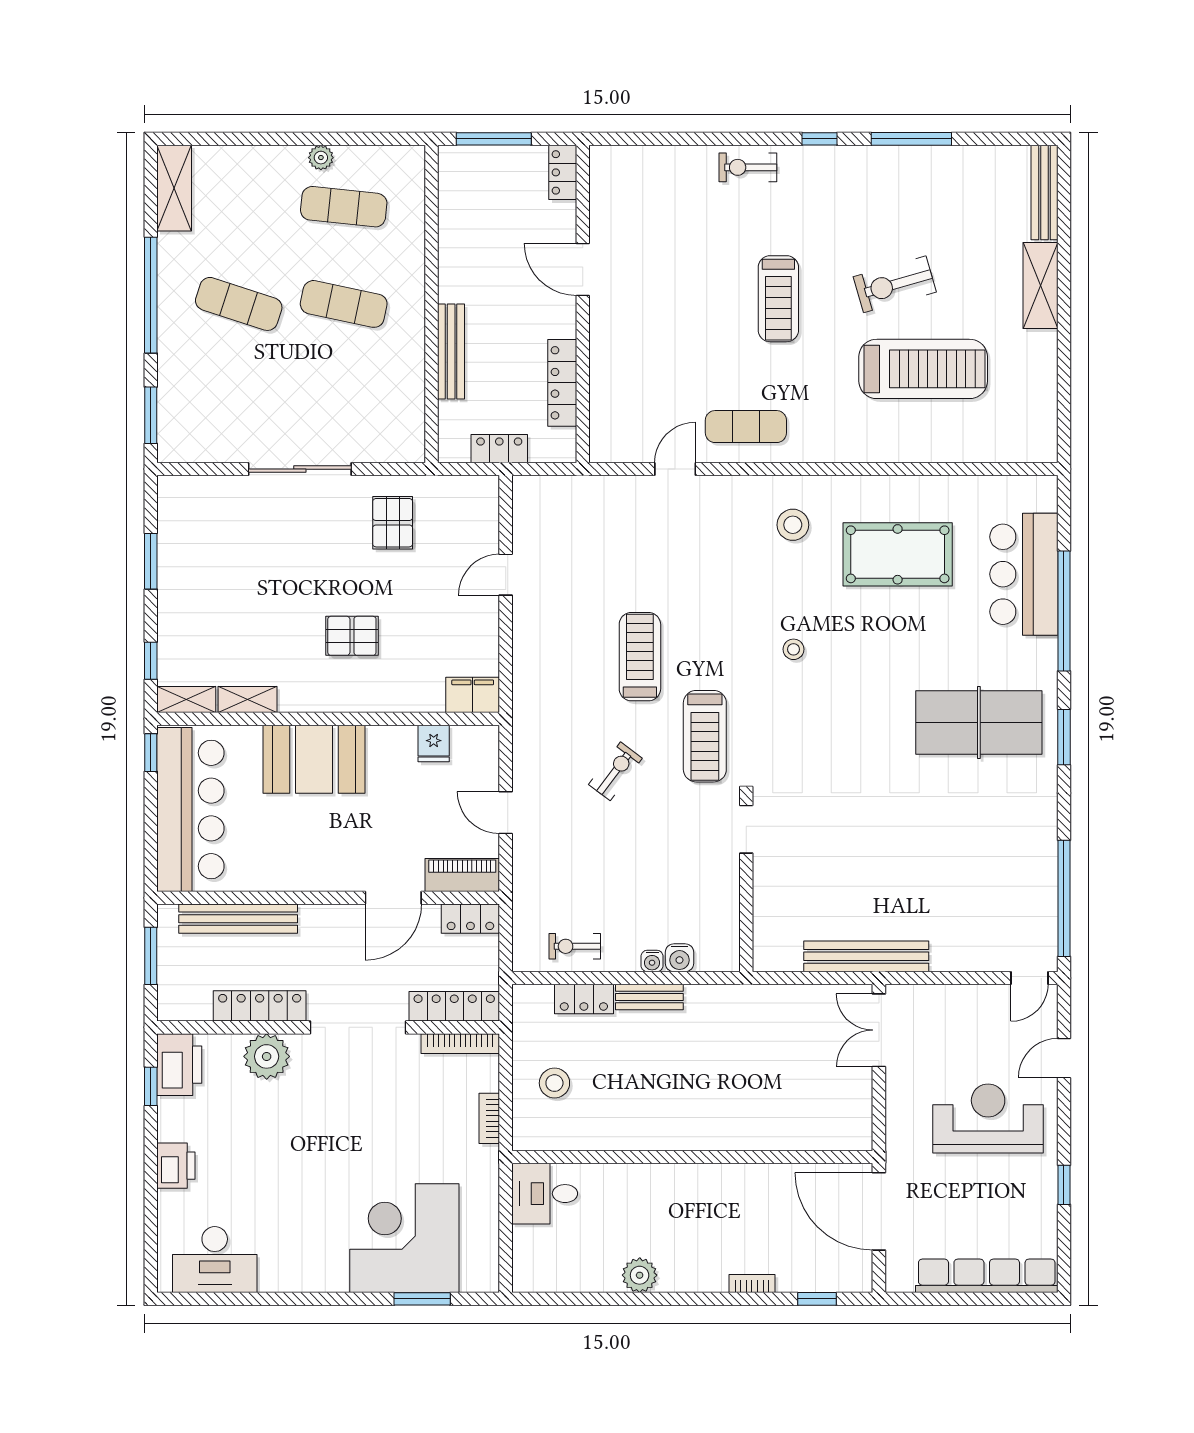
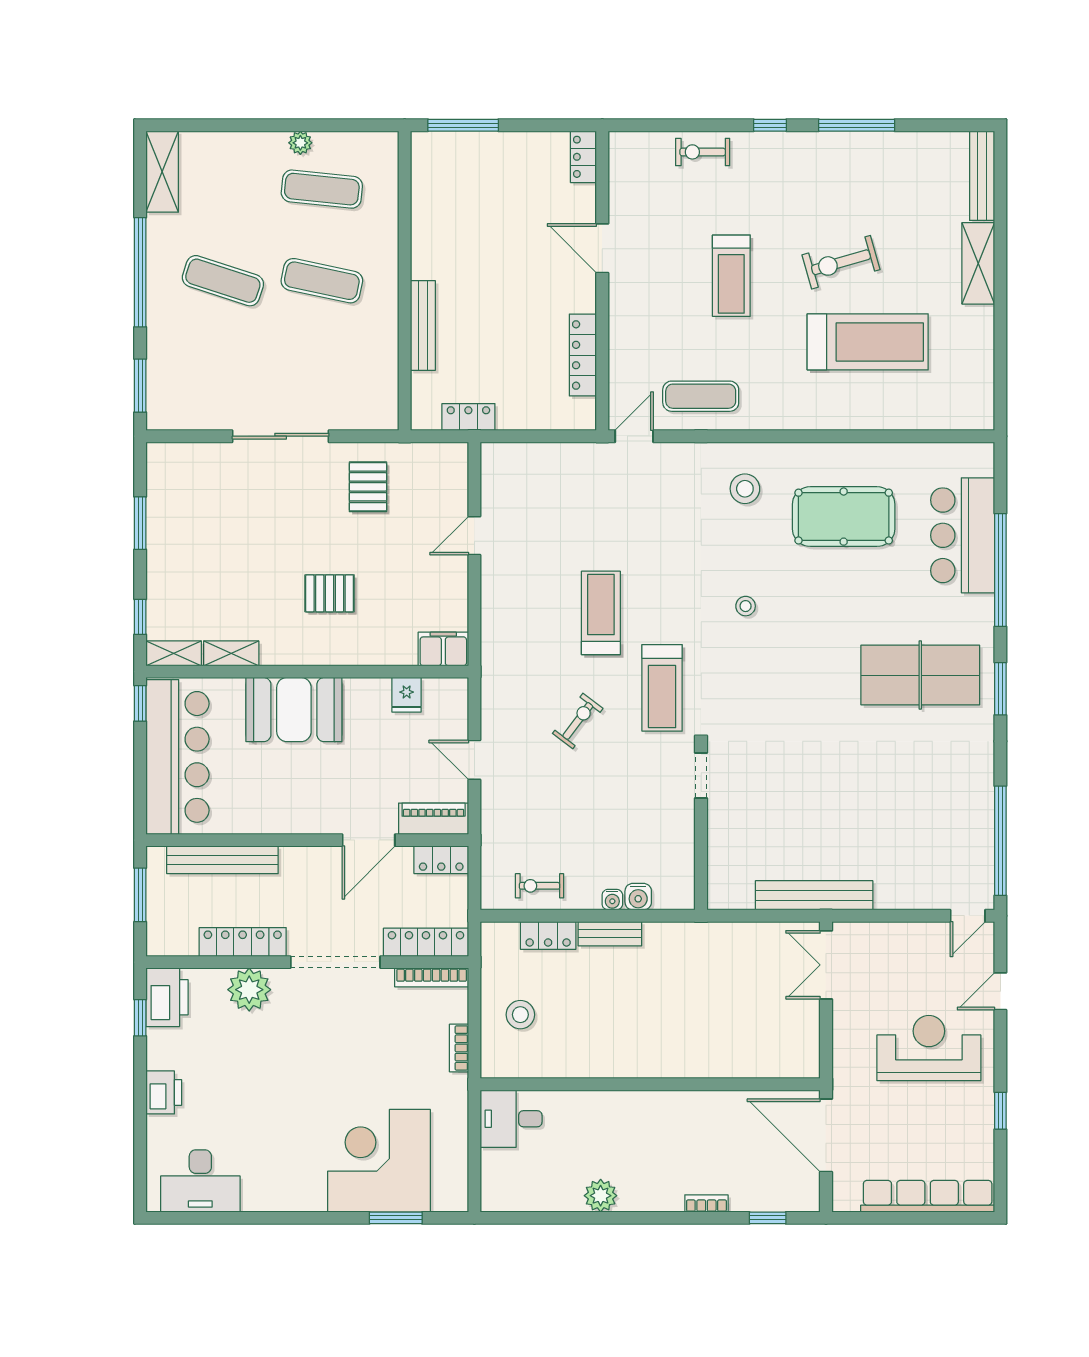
locker: (563, 172) -> (583, 157), moved
door: (583, 270) -> (602, 248), moved
wall: (583, 304) -> (602, 281), moved
locker: (562, 383) -> (583, 355), moved

